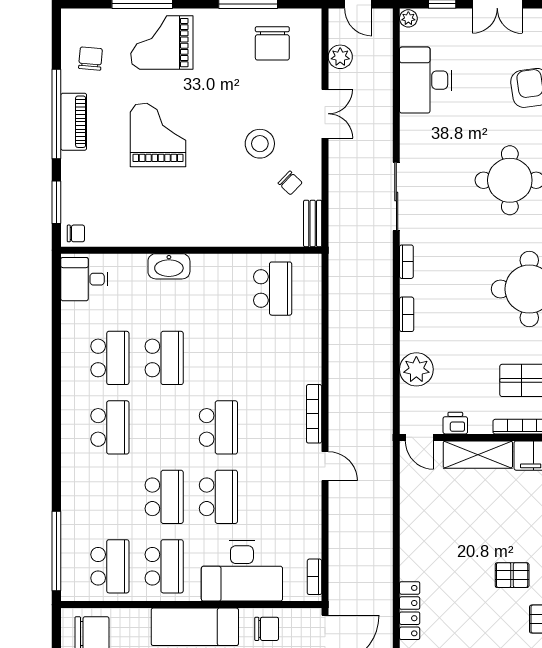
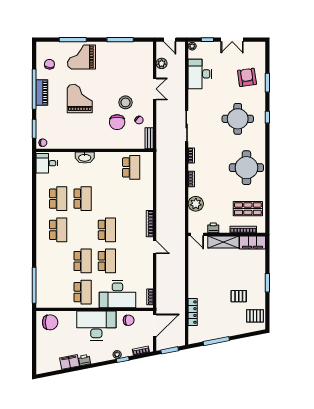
chair: (272, 43) -> (117, 122), moved
school desk: (110, 566) -> (58, 292), removed

